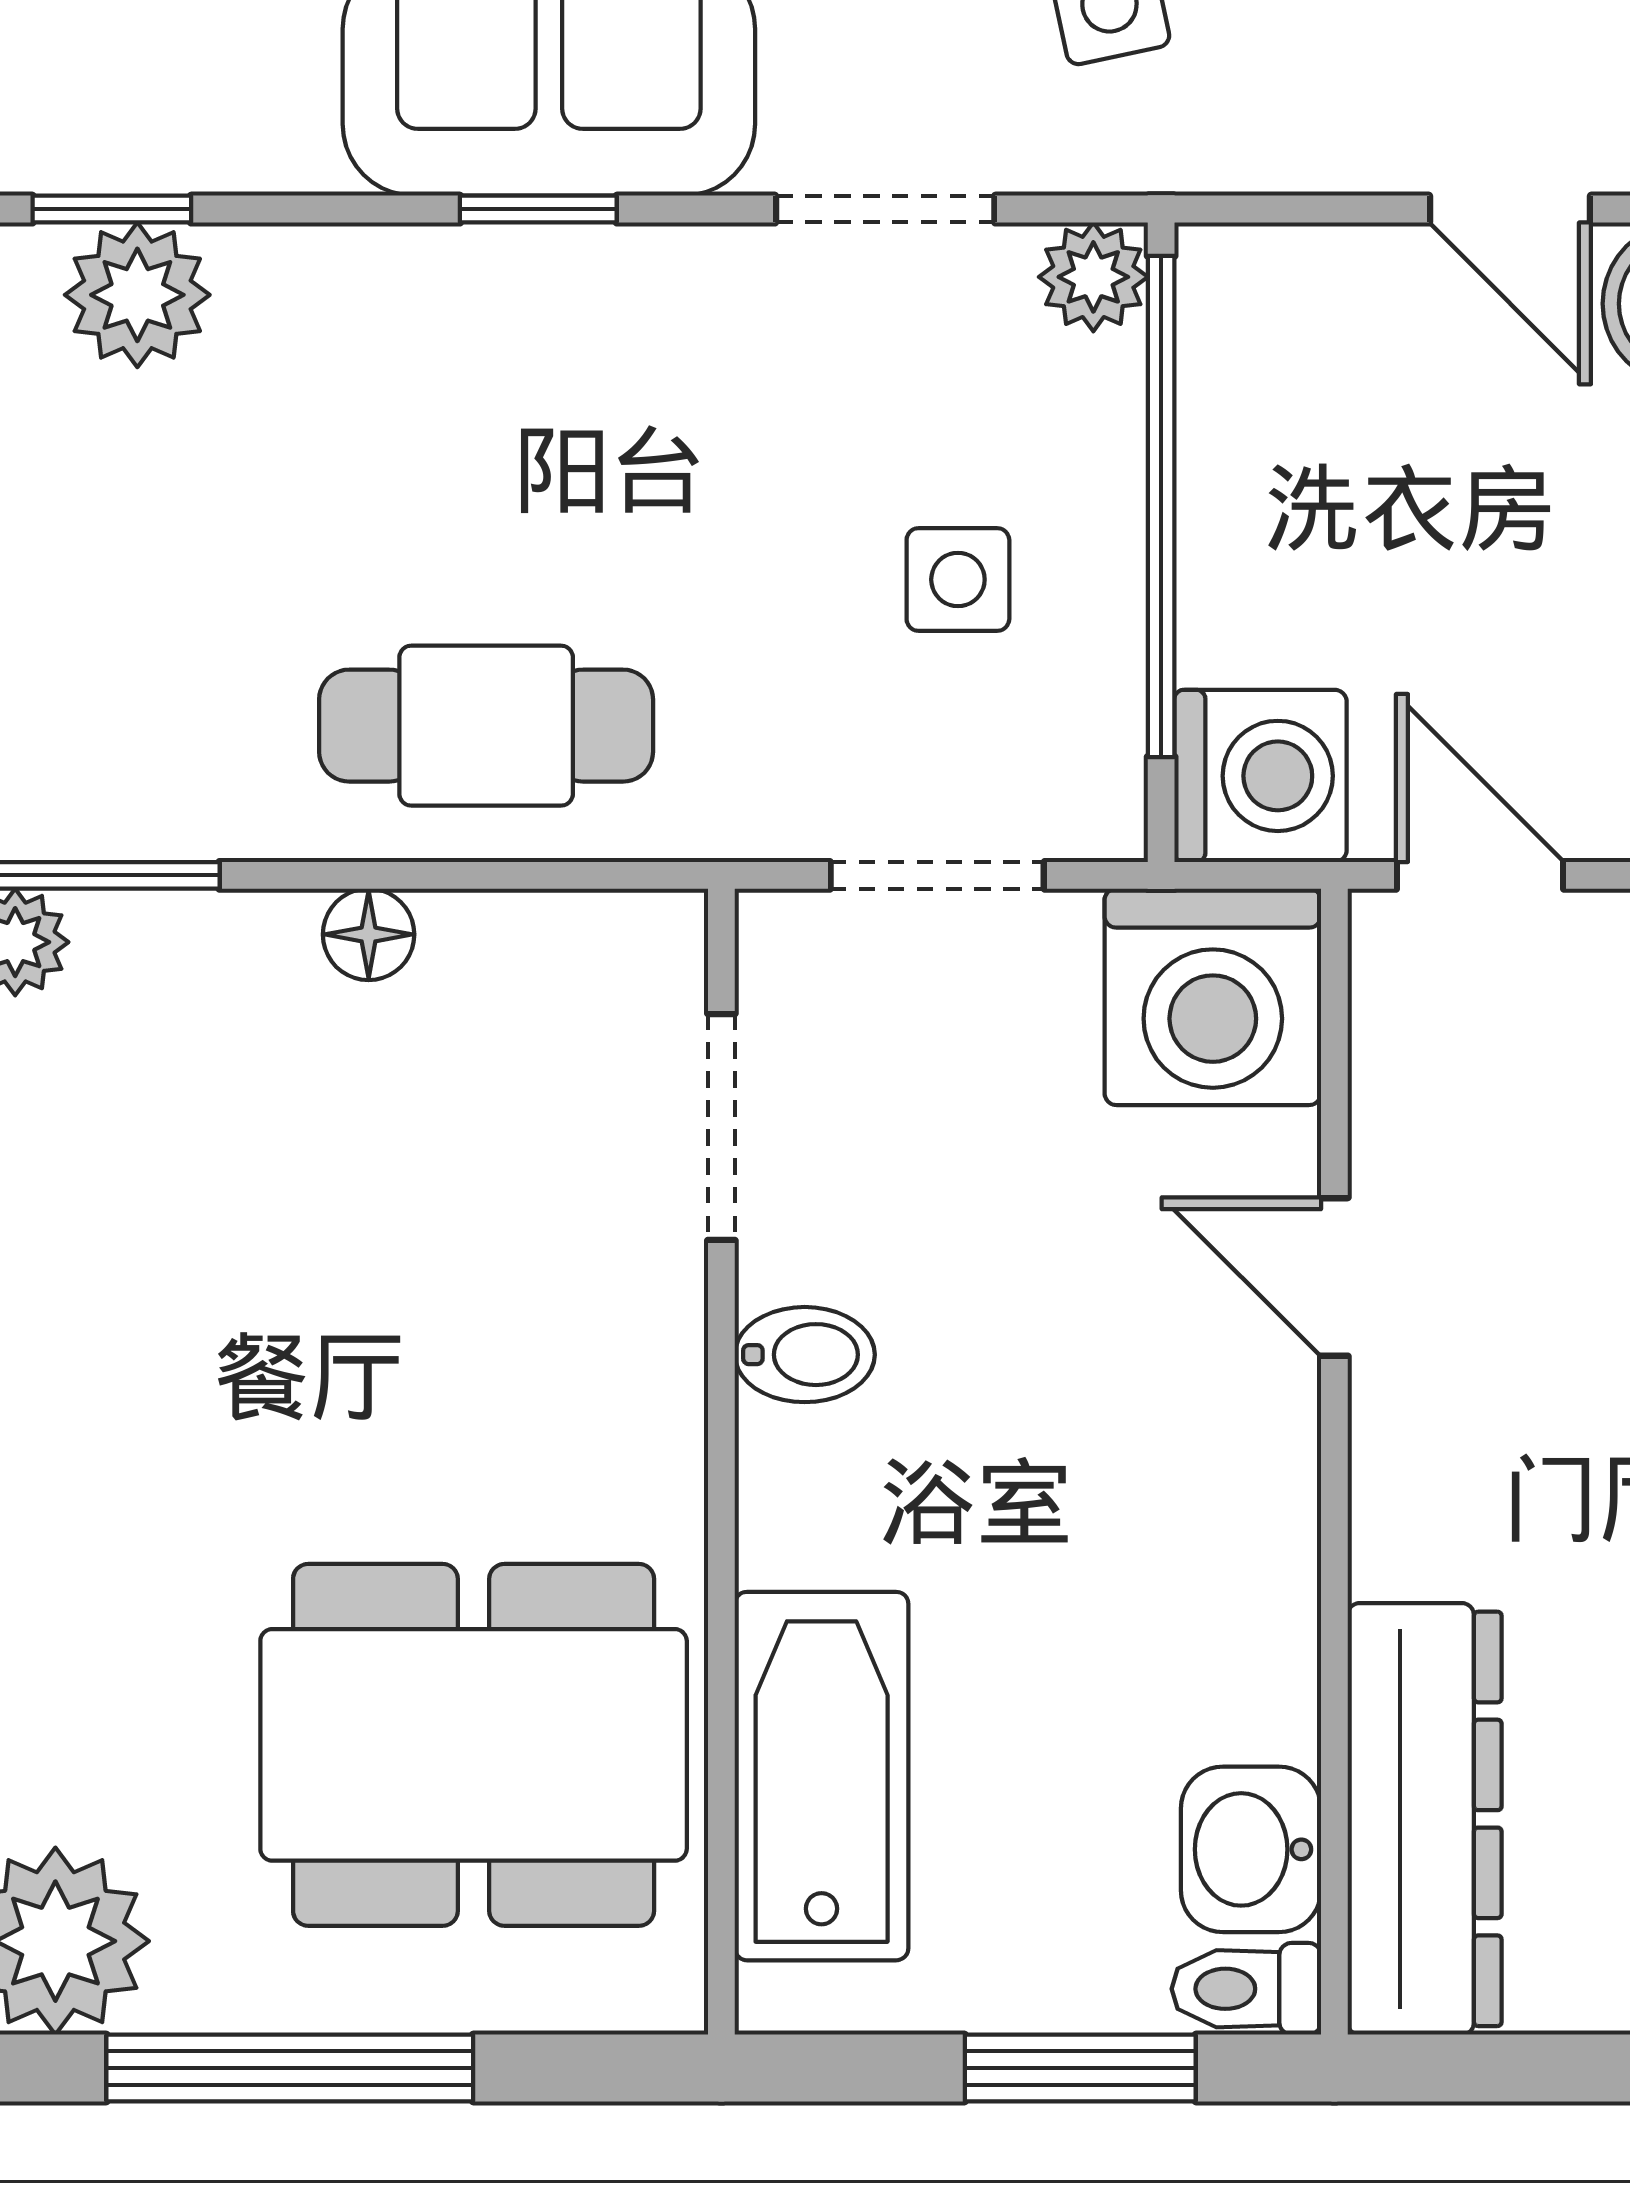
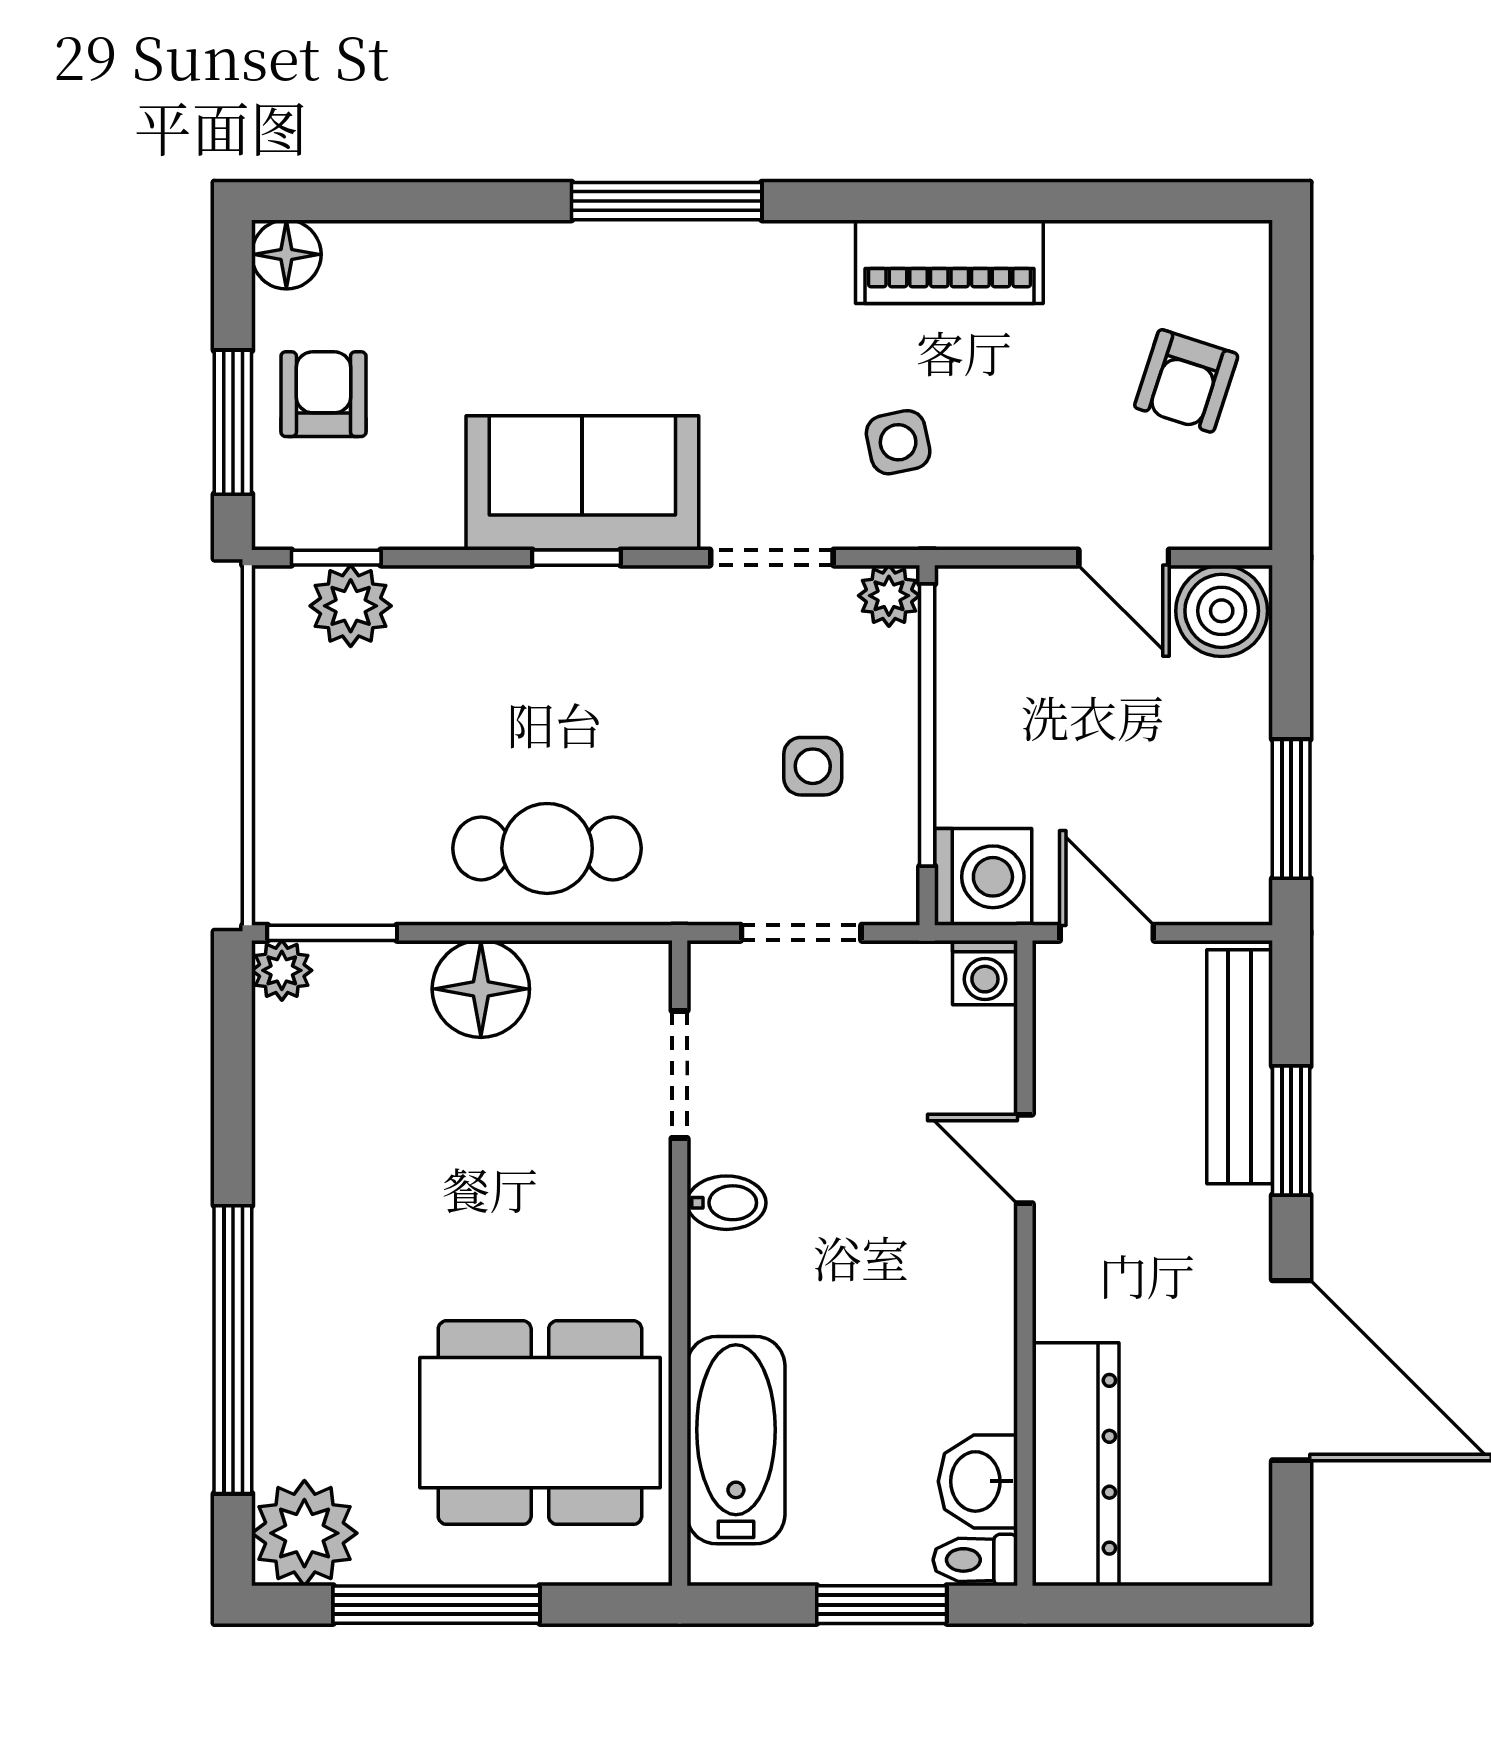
floor lamp: (369, 934) -> (481, 989), width x1.89, depth x1.89
washing machine: (1213, 997) -> (985, 973), width x0.53, depth x0.53

